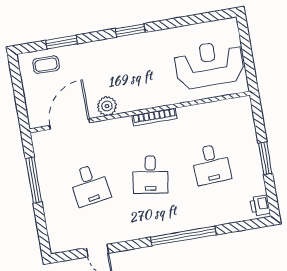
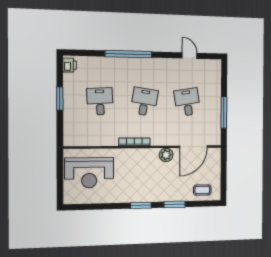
window: (61, 42) -> (175, 204), moved

